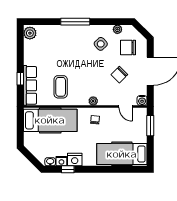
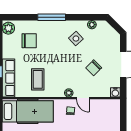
chair: (128, 47) -> (29, 41), moved, turned 180
door: (126, 106) -> (83, 98), moved
window: (150, 126) -> (123, 116), removed

